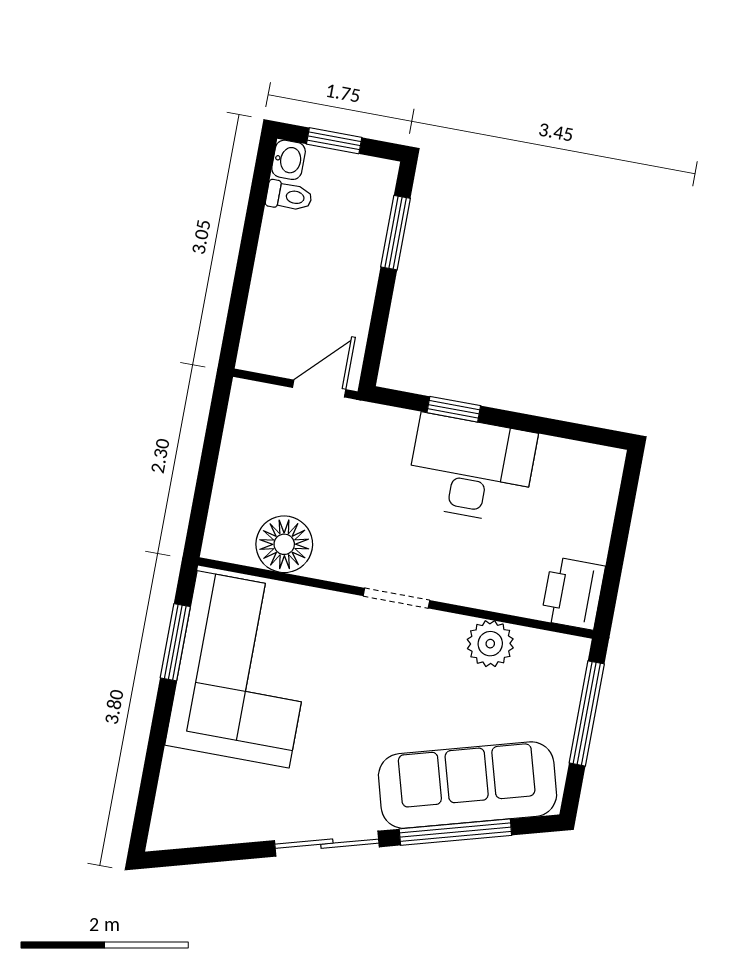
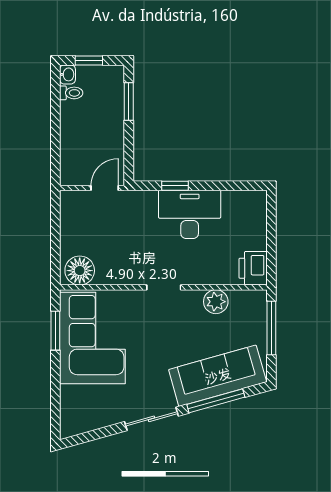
floor lamp: (284, 544) -> (80, 271), moved

